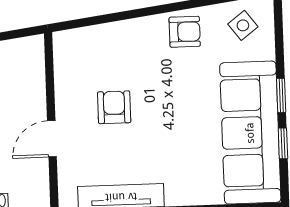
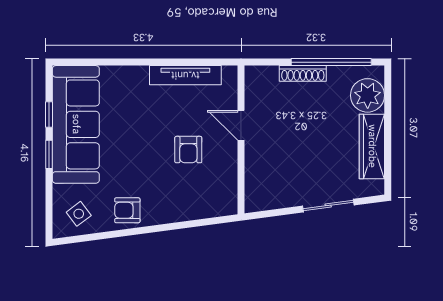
door: (52, 139) -> (241, 125), swing flipped

